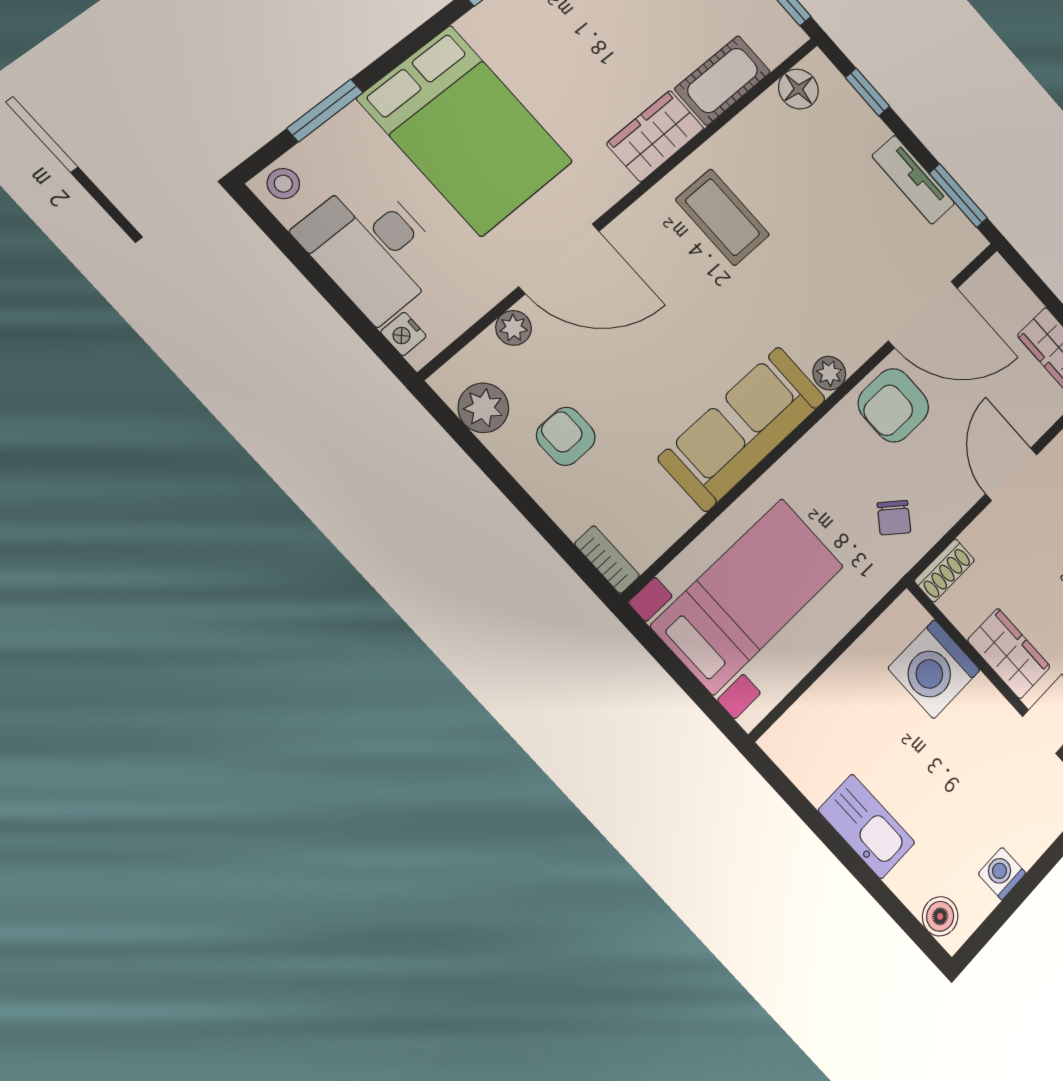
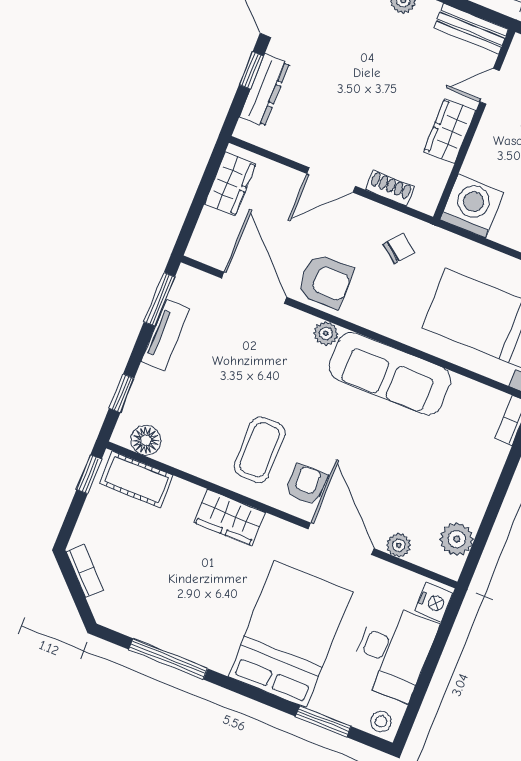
cot: (723, 80) -> (136, 479), moved
nightstand: (403, 334) -> (434, 602), width x1.39, depth x1.35
armchair: (566, 436) -> (306, 485), moved, turned 180
shoe rack: (944, 571) -> (390, 188), moved
washing machine: (934, 669) -> (472, 206), moved, turned -90

